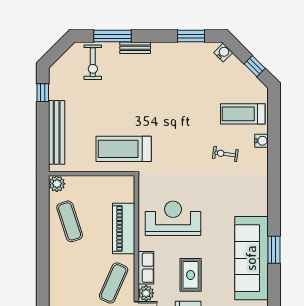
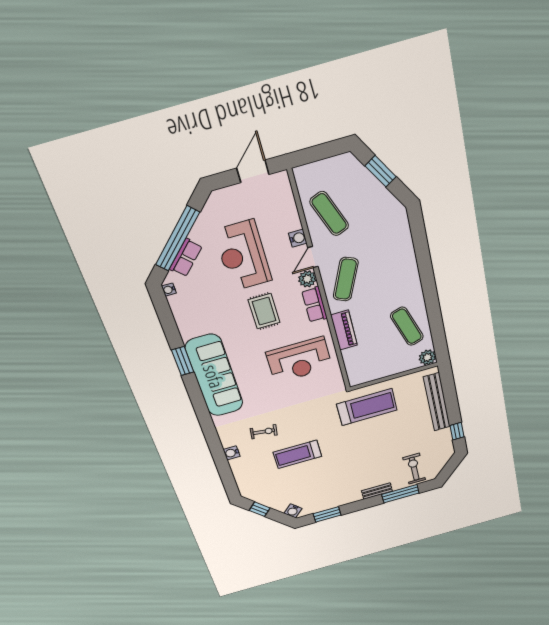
treadmill: (243, 114) -> (297, 454), moved, turned 180
piano: (124, 228) -> (344, 330), width x0.73, depth x0.75
sofa: (251, 258) -> (214, 376), moved

